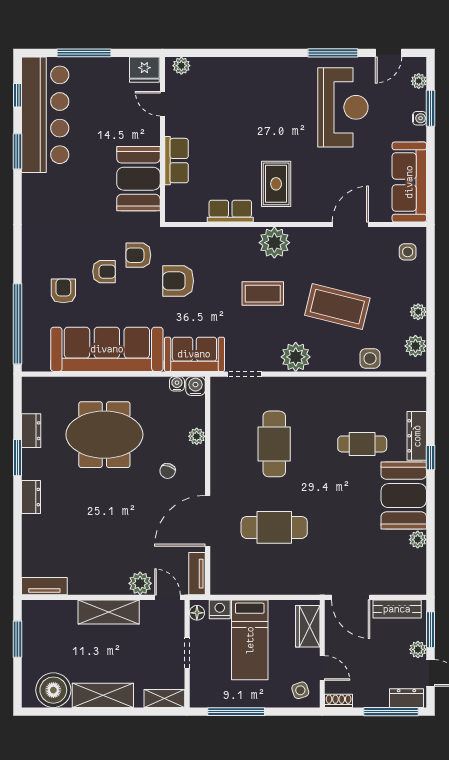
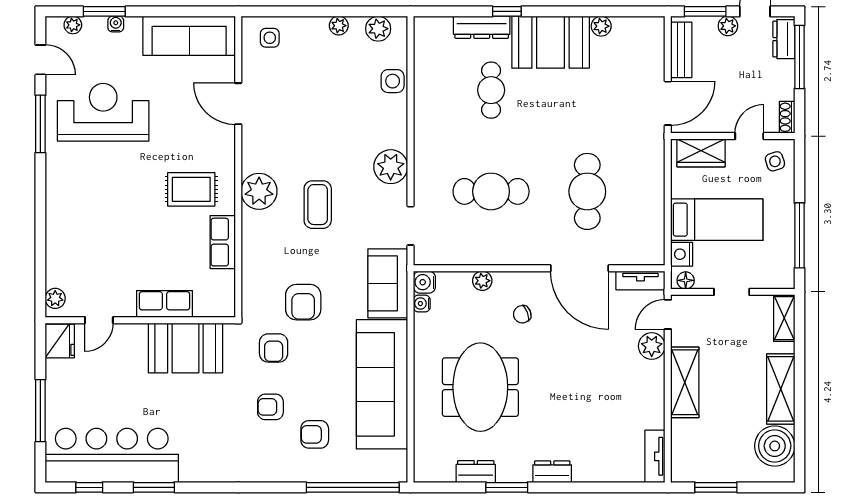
armchair: (104, 272) -> (270, 407), moved, turned -90
coffee table: (337, 307) -> (333, 119), removed
chair: (168, 471) -> (522, 314), turned 141

